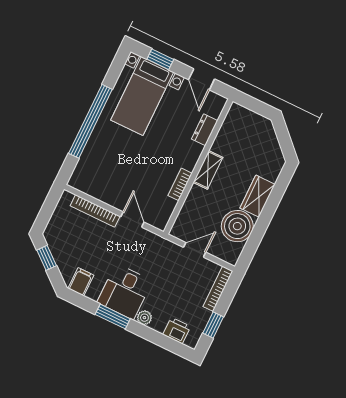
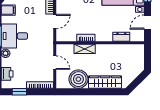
shelving: (208, 170) -> (85, 49), moved
wardrobe: (257, 196) -> (105, 82), width x1.50

